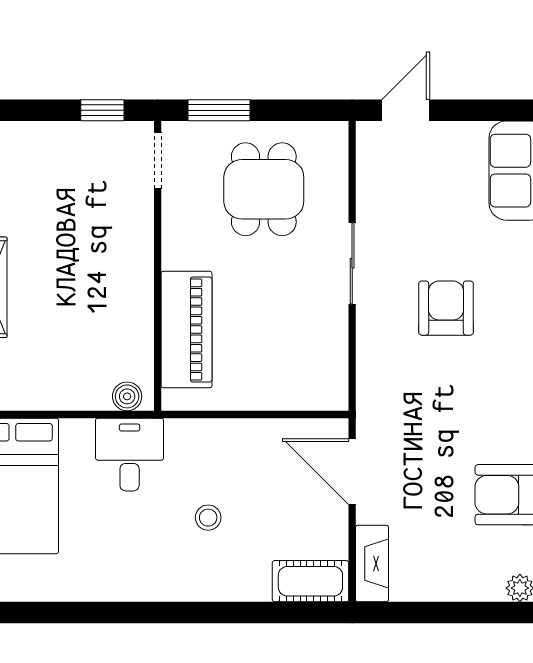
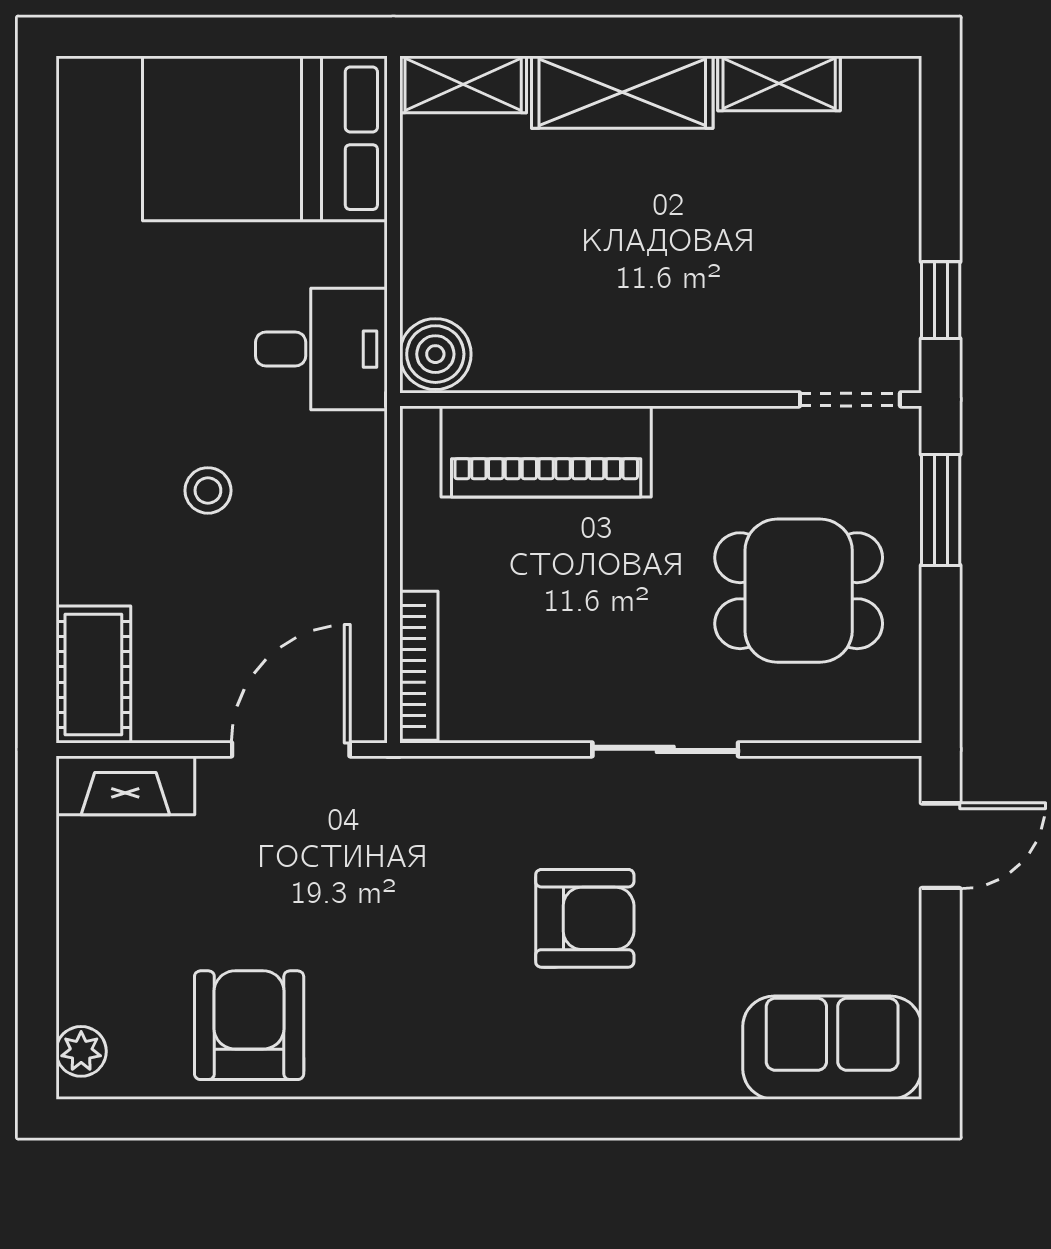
door: (406, 110) -> (941, 846), hinge flipped
boiler: (127, 396) -> (435, 354), width x1.36, depth x1.36
bookcase: (306, 400) -> (419, 666), added

